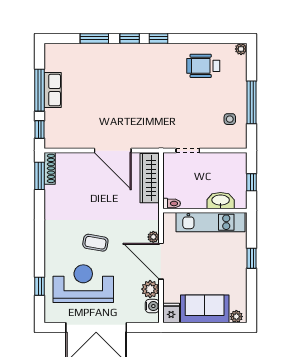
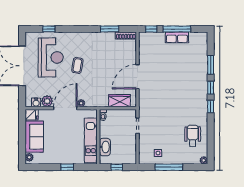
window: (40, 176) -> (110, 29), moved
wardrobe: (150, 178) -> (119, 101), width x0.67

